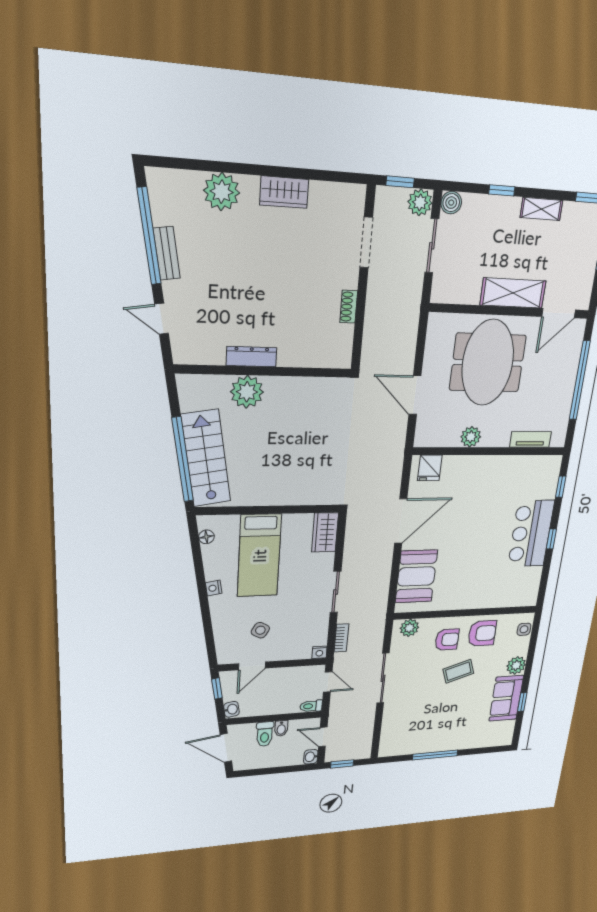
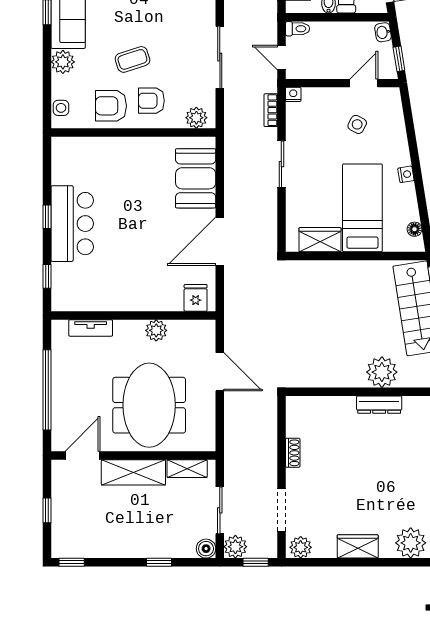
plant: (349, 196) -> (301, 547), added
shelving: (541, 209) -> (187, 469), moved
wardrobe: (325, 532) -> (320, 240), moved, turned -90

